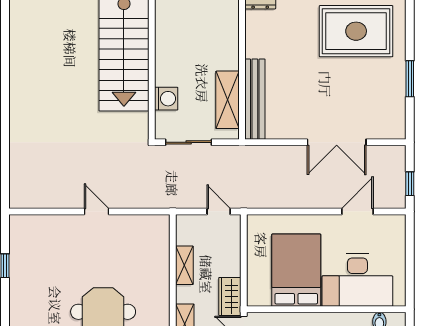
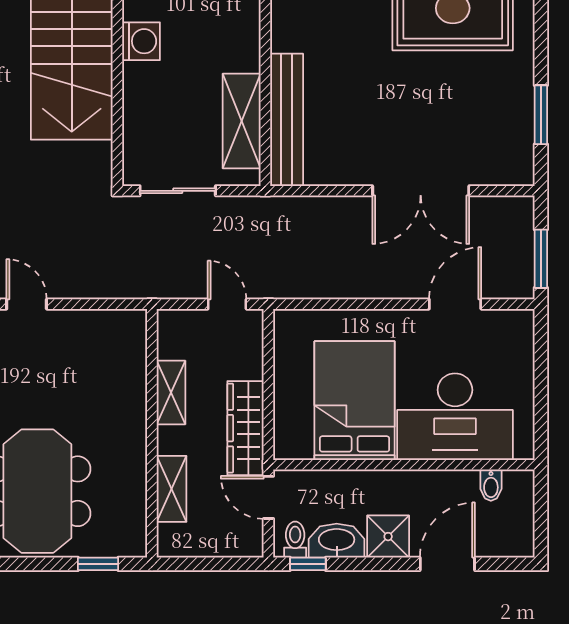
window: (410, 79) -> (541, 115), moved
washing machine: (166, 99) -> (141, 41), moved
window: (410, 184) -> (541, 259), width x1.50
wardrobe: (230, 296) -> (246, 428), width x1.50

